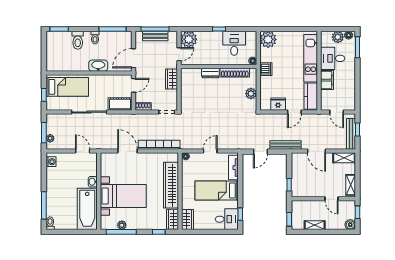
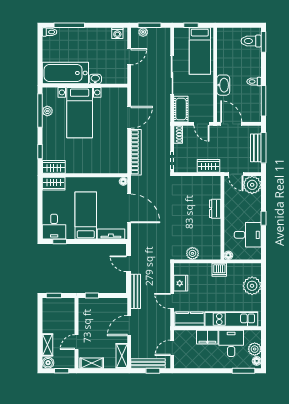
plant: (268, 39) -> (252, 286), moved
toilet: (78, 40) -> (251, 41), moved
shoe rack: (235, 73) -> (216, 236), removed
door: (83, 151) -> (129, 57), moved
door: (210, 151) -> (129, 208), width x1.88
wardrobe: (171, 185) -> (91, 165), removed
shelving: (315, 225) -> (47, 345), moved

